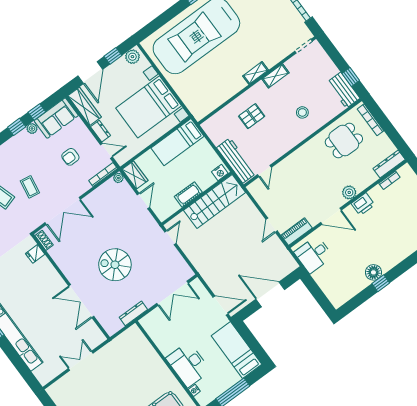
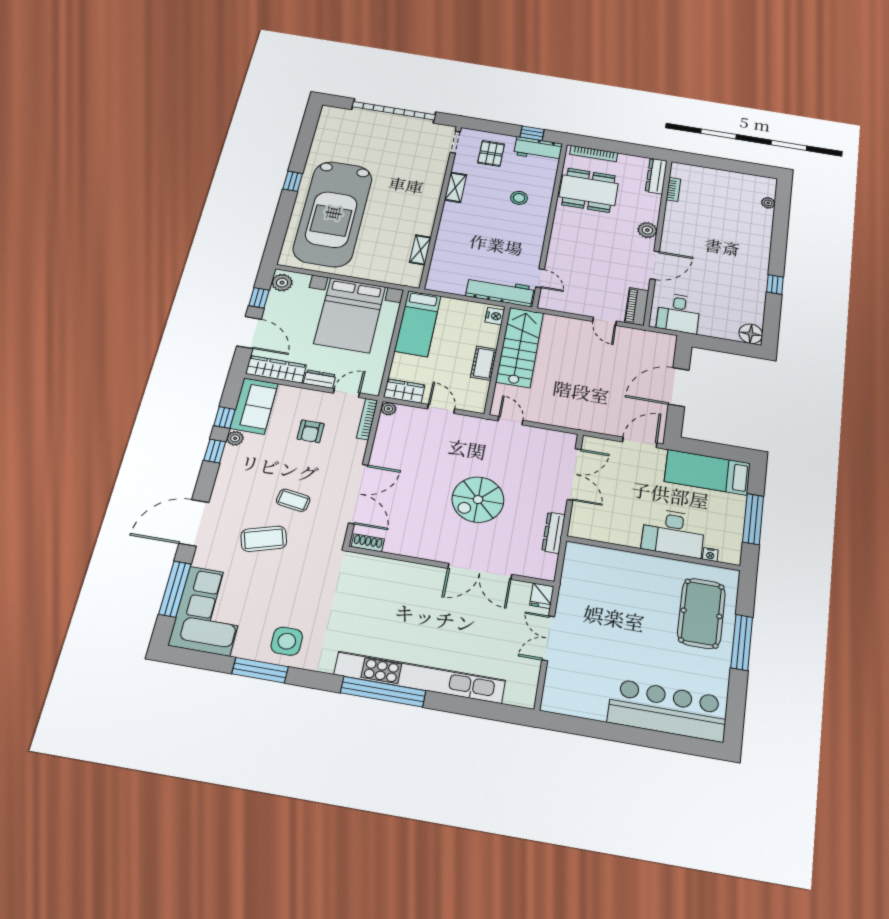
shelving: (256, 73) -> (420, 250), moved
pallet: (252, 116) -> (491, 153), moved
dining table: (344, 140) -> (589, 190), width x1.38
printer: (363, 204) -> (673, 229), removed
fridge: (35, 254) -> (542, 596), moved
floor lamp: (373, 272) -> (751, 334), moved

